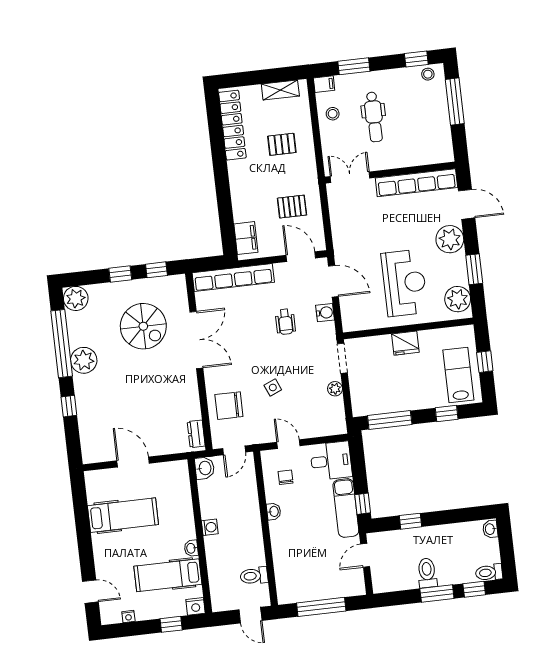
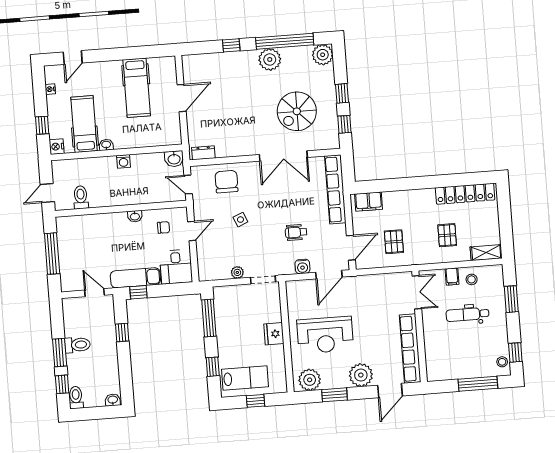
filing cabinet: (324, 84) -> (452, 277), moved
shelving: (280, 90) -> (486, 253), moved, turned 90

